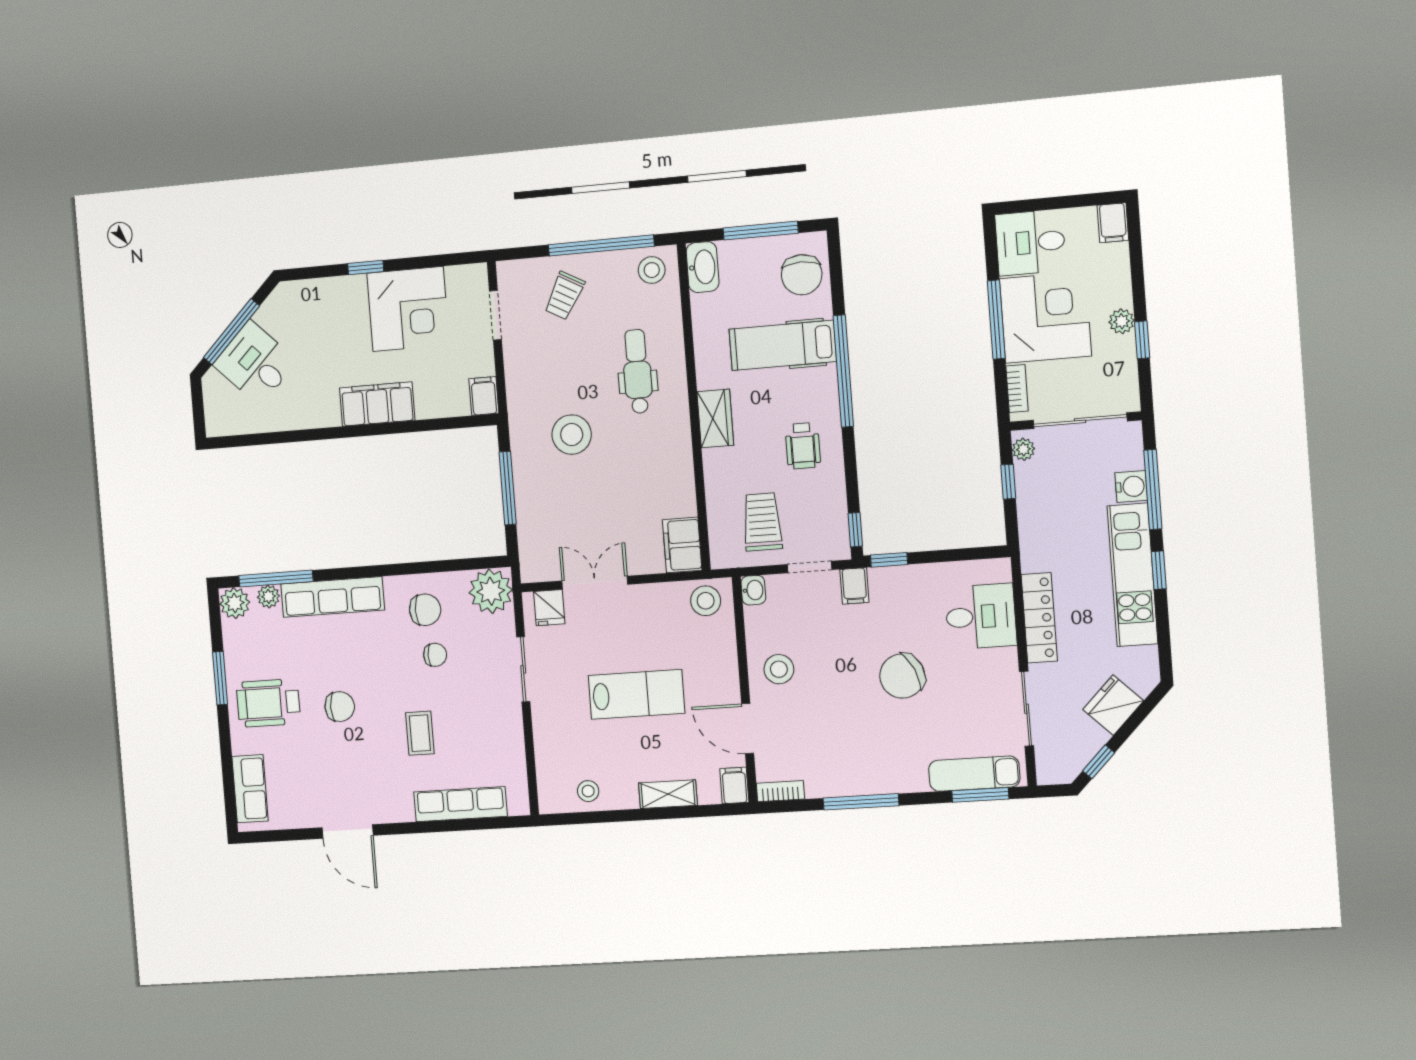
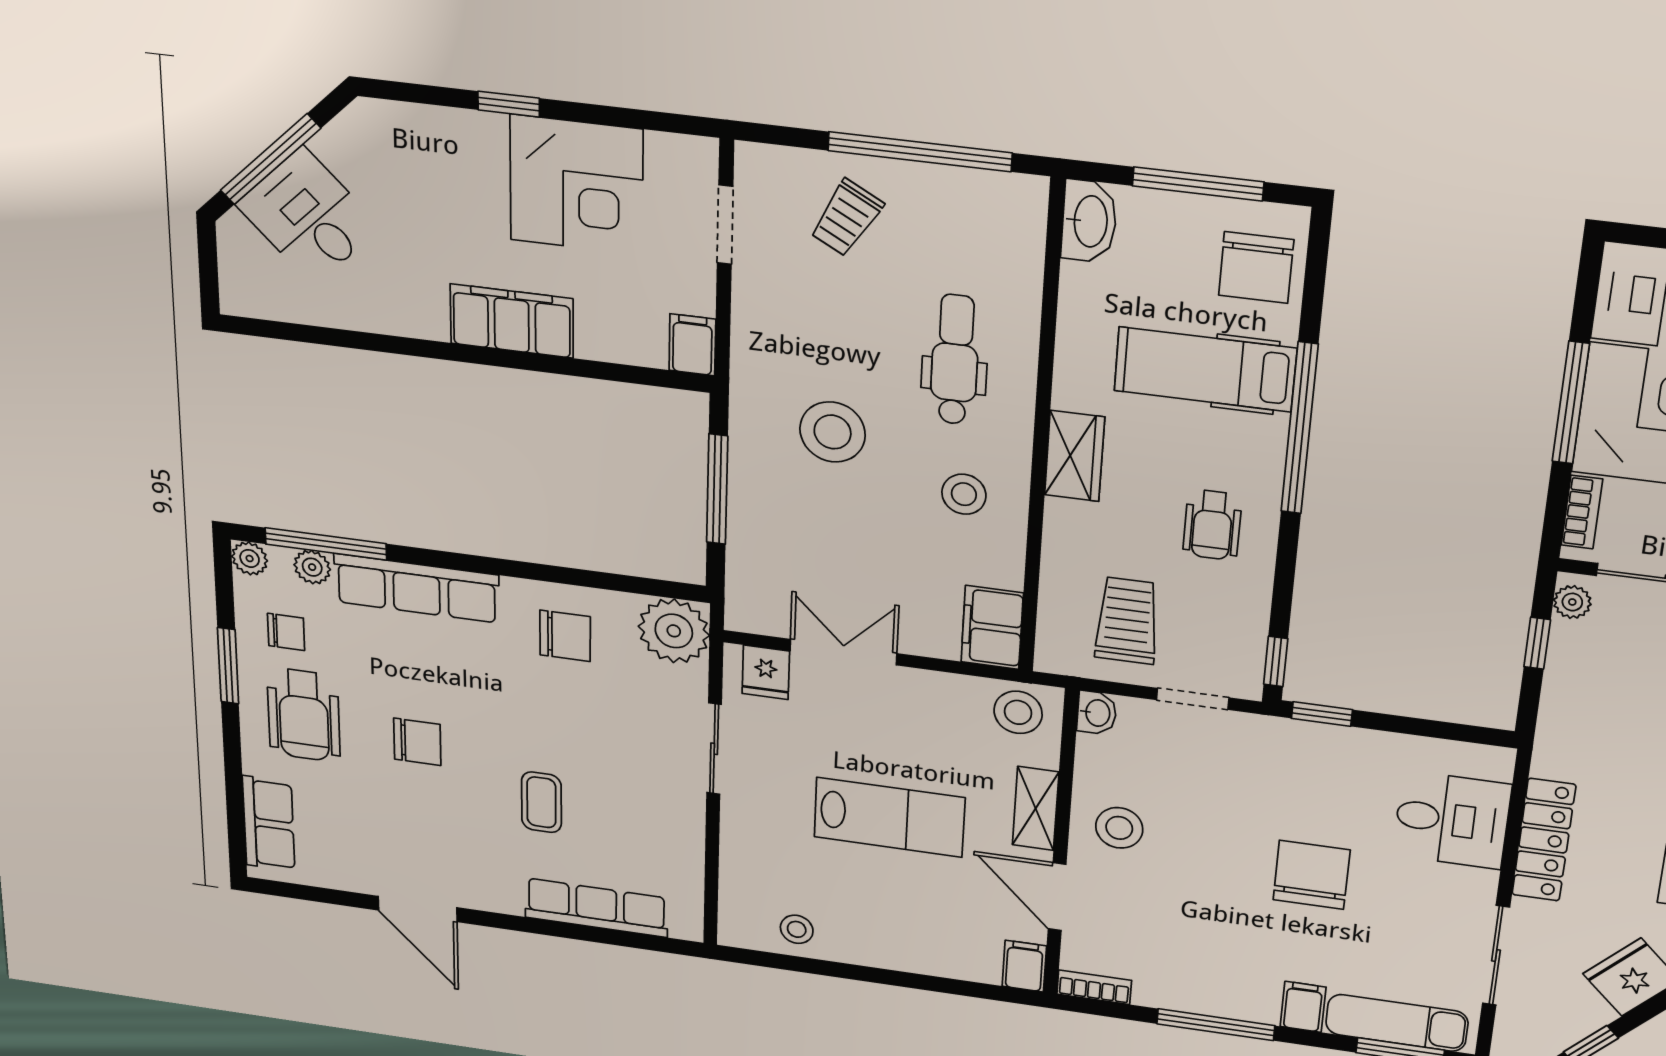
stool: (652, 270) -> (964, 494), moved
filing cabinet: (854, 586) -> (1303, 1007), moved, turned 180
plant: (235, 603) -> (250, 558), width x0.73, depth x0.73
chair: (435, 655) -> (286, 632), moved
chair: (902, 676) -> (1312, 875), turned 115
wheelchair: (268, 703) -> (304, 715), turned -90
shelving: (668, 794) -> (1036, 808), moved, turned 90

